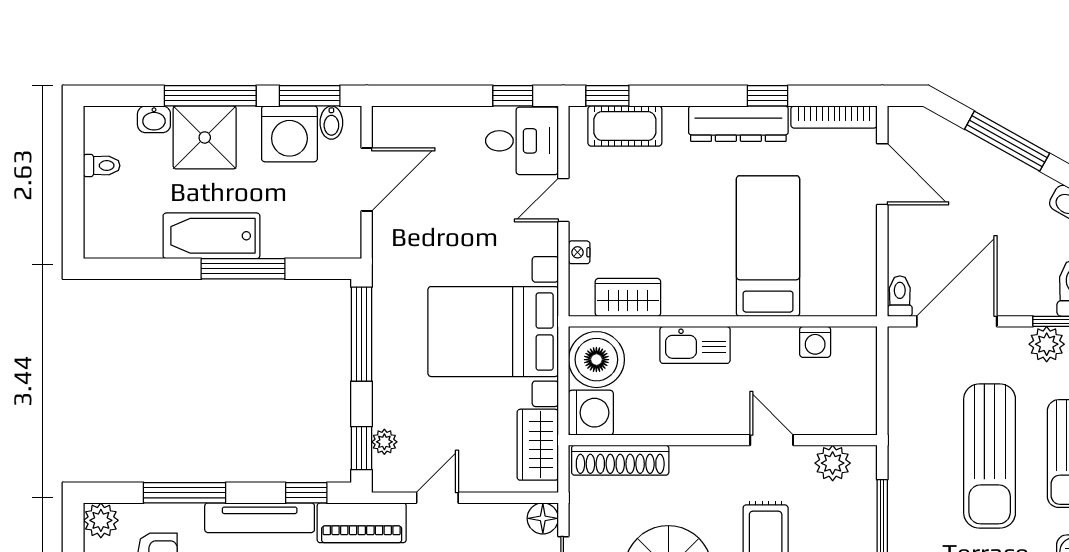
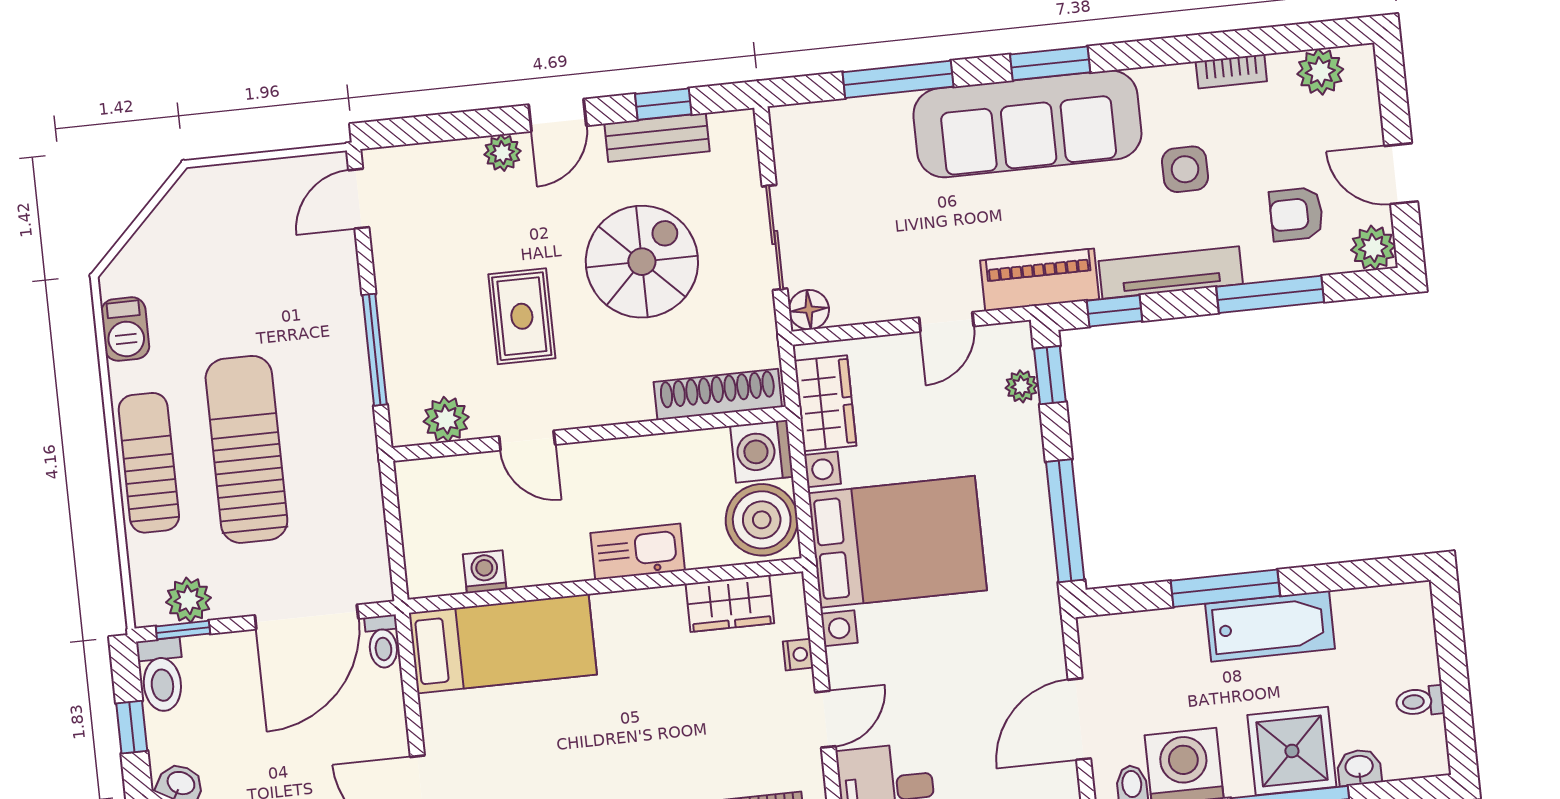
bed: (768, 246) -> (503, 644), moved, turned -90

